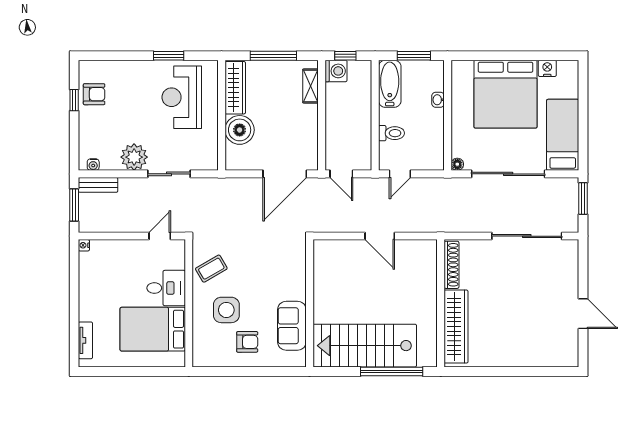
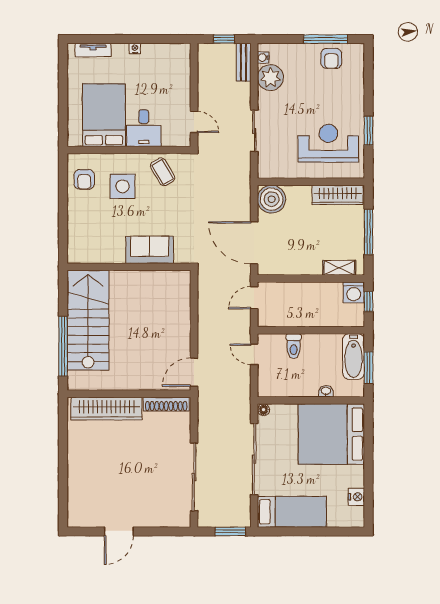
bathtub: (390, 84) -> (353, 357), moved, turned 90
bed: (506, 94) -> (331, 434), moved
window: (74, 100) -> (326, 39), width x2.17
boiler: (240, 130) -> (272, 199), moved
plant: (134, 157) -> (270, 78), moved
window: (74, 205) -> (224, 39), width x0.67
door: (380, 236) -> (194, 372), moved
nightstand: (84, 245) -> (135, 49), moved
sofa: (292, 326) -> (150, 250), moved
armchair: (247, 342) -> (84, 179), moved

